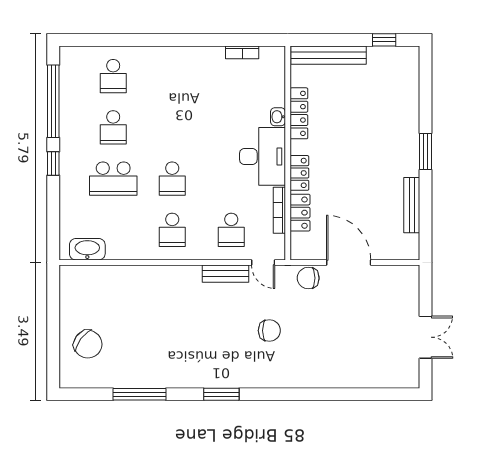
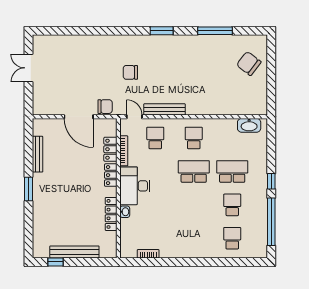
bench: (328, 55) -> (74, 252), moved
school desk: (172, 179) -> (194, 171), width x1.85
bench: (225, 274) -> (165, 109), width x1.36

